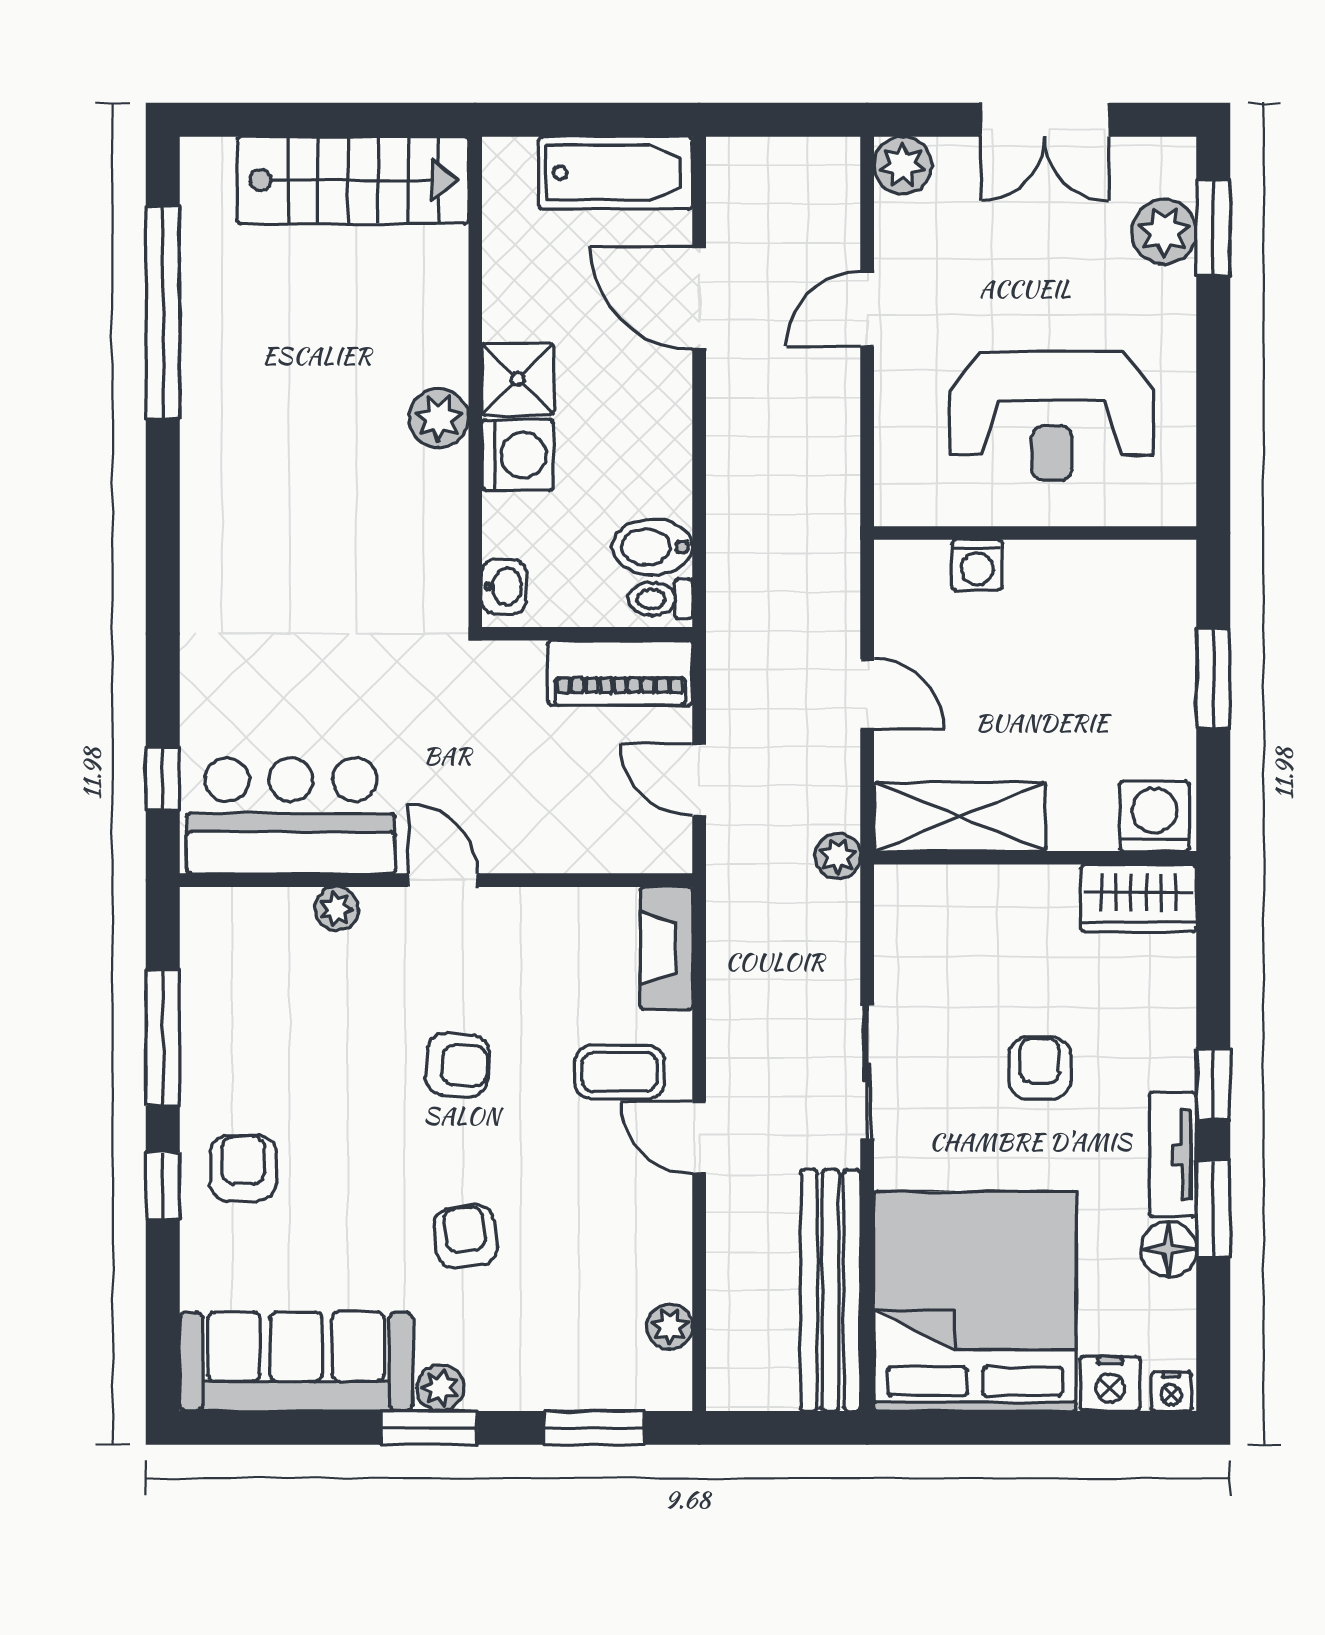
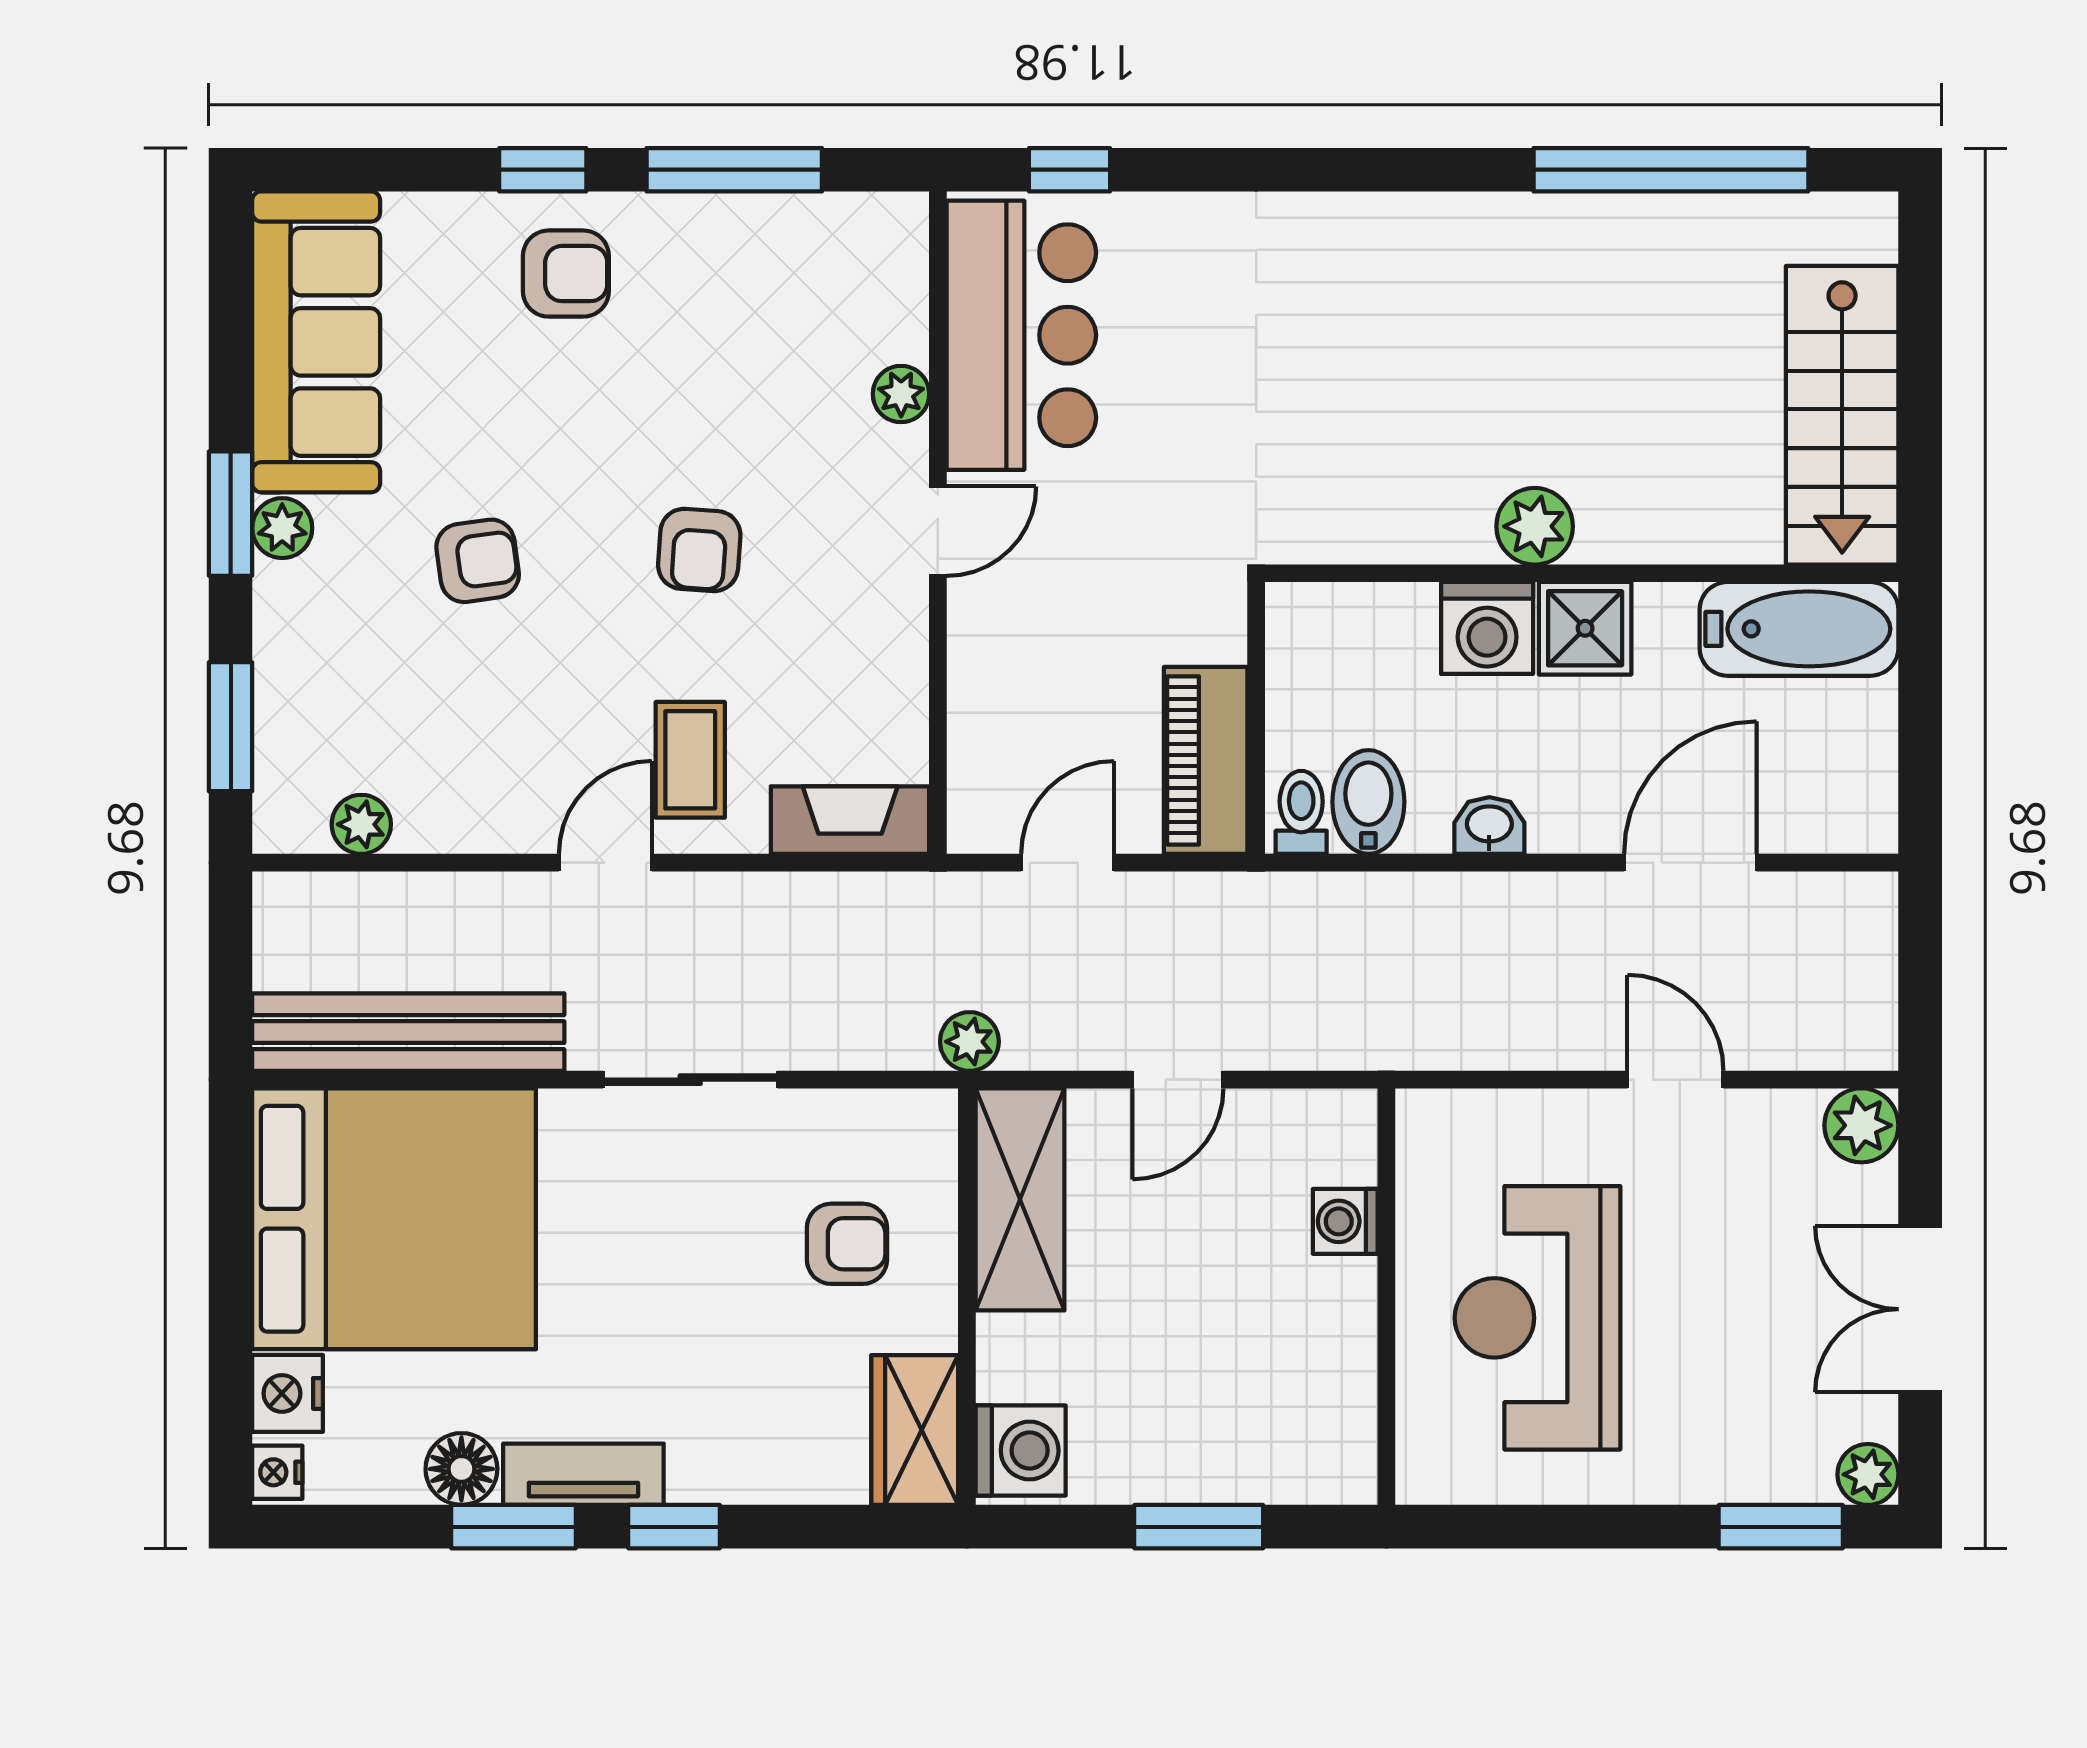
bathtub: (615, 173) -> (1799, 629), moved, turned -90
plant: (1164, 232) -> (1868, 1474), moved, width x0.73, depth x0.73
washbasin: (504, 587) -> (1489, 826), moved, turned 180
armchair: (1040, 1068) -> (847, 1244), moved

